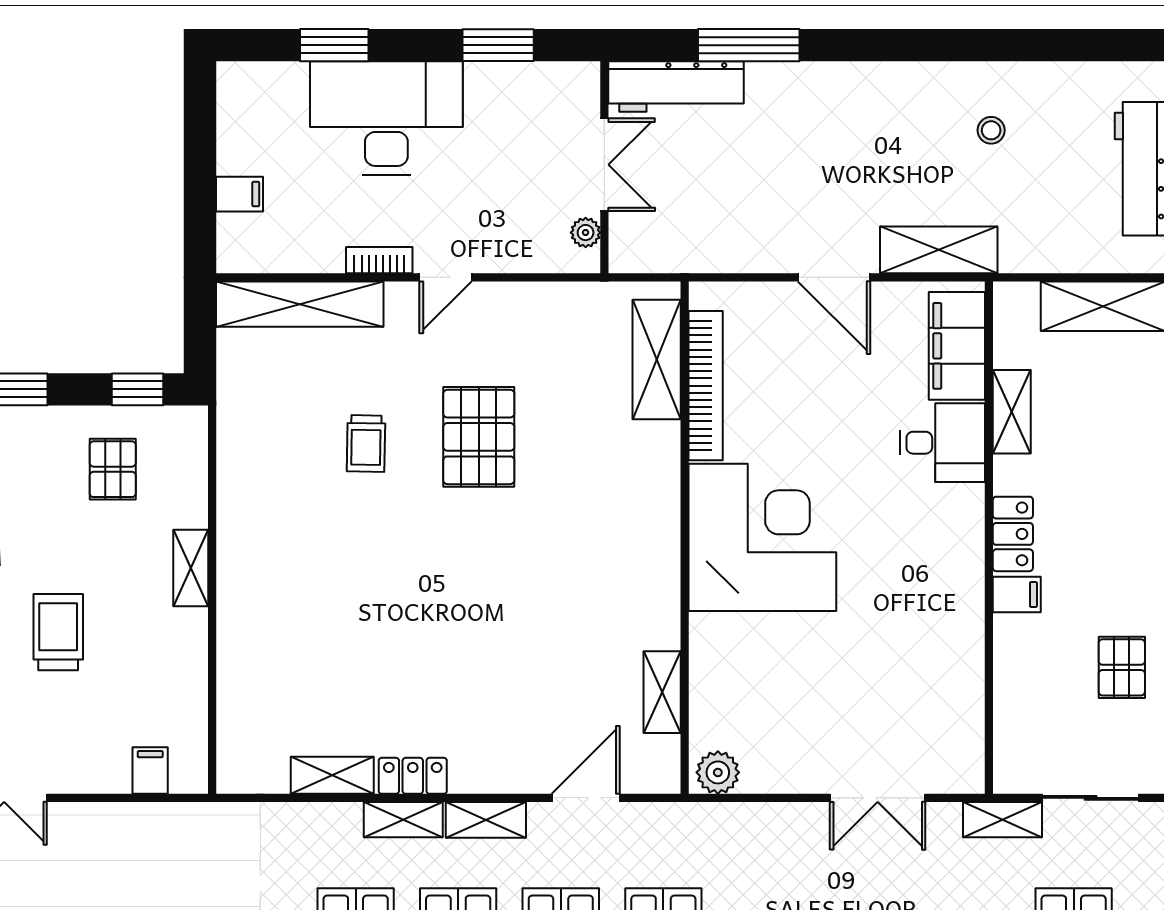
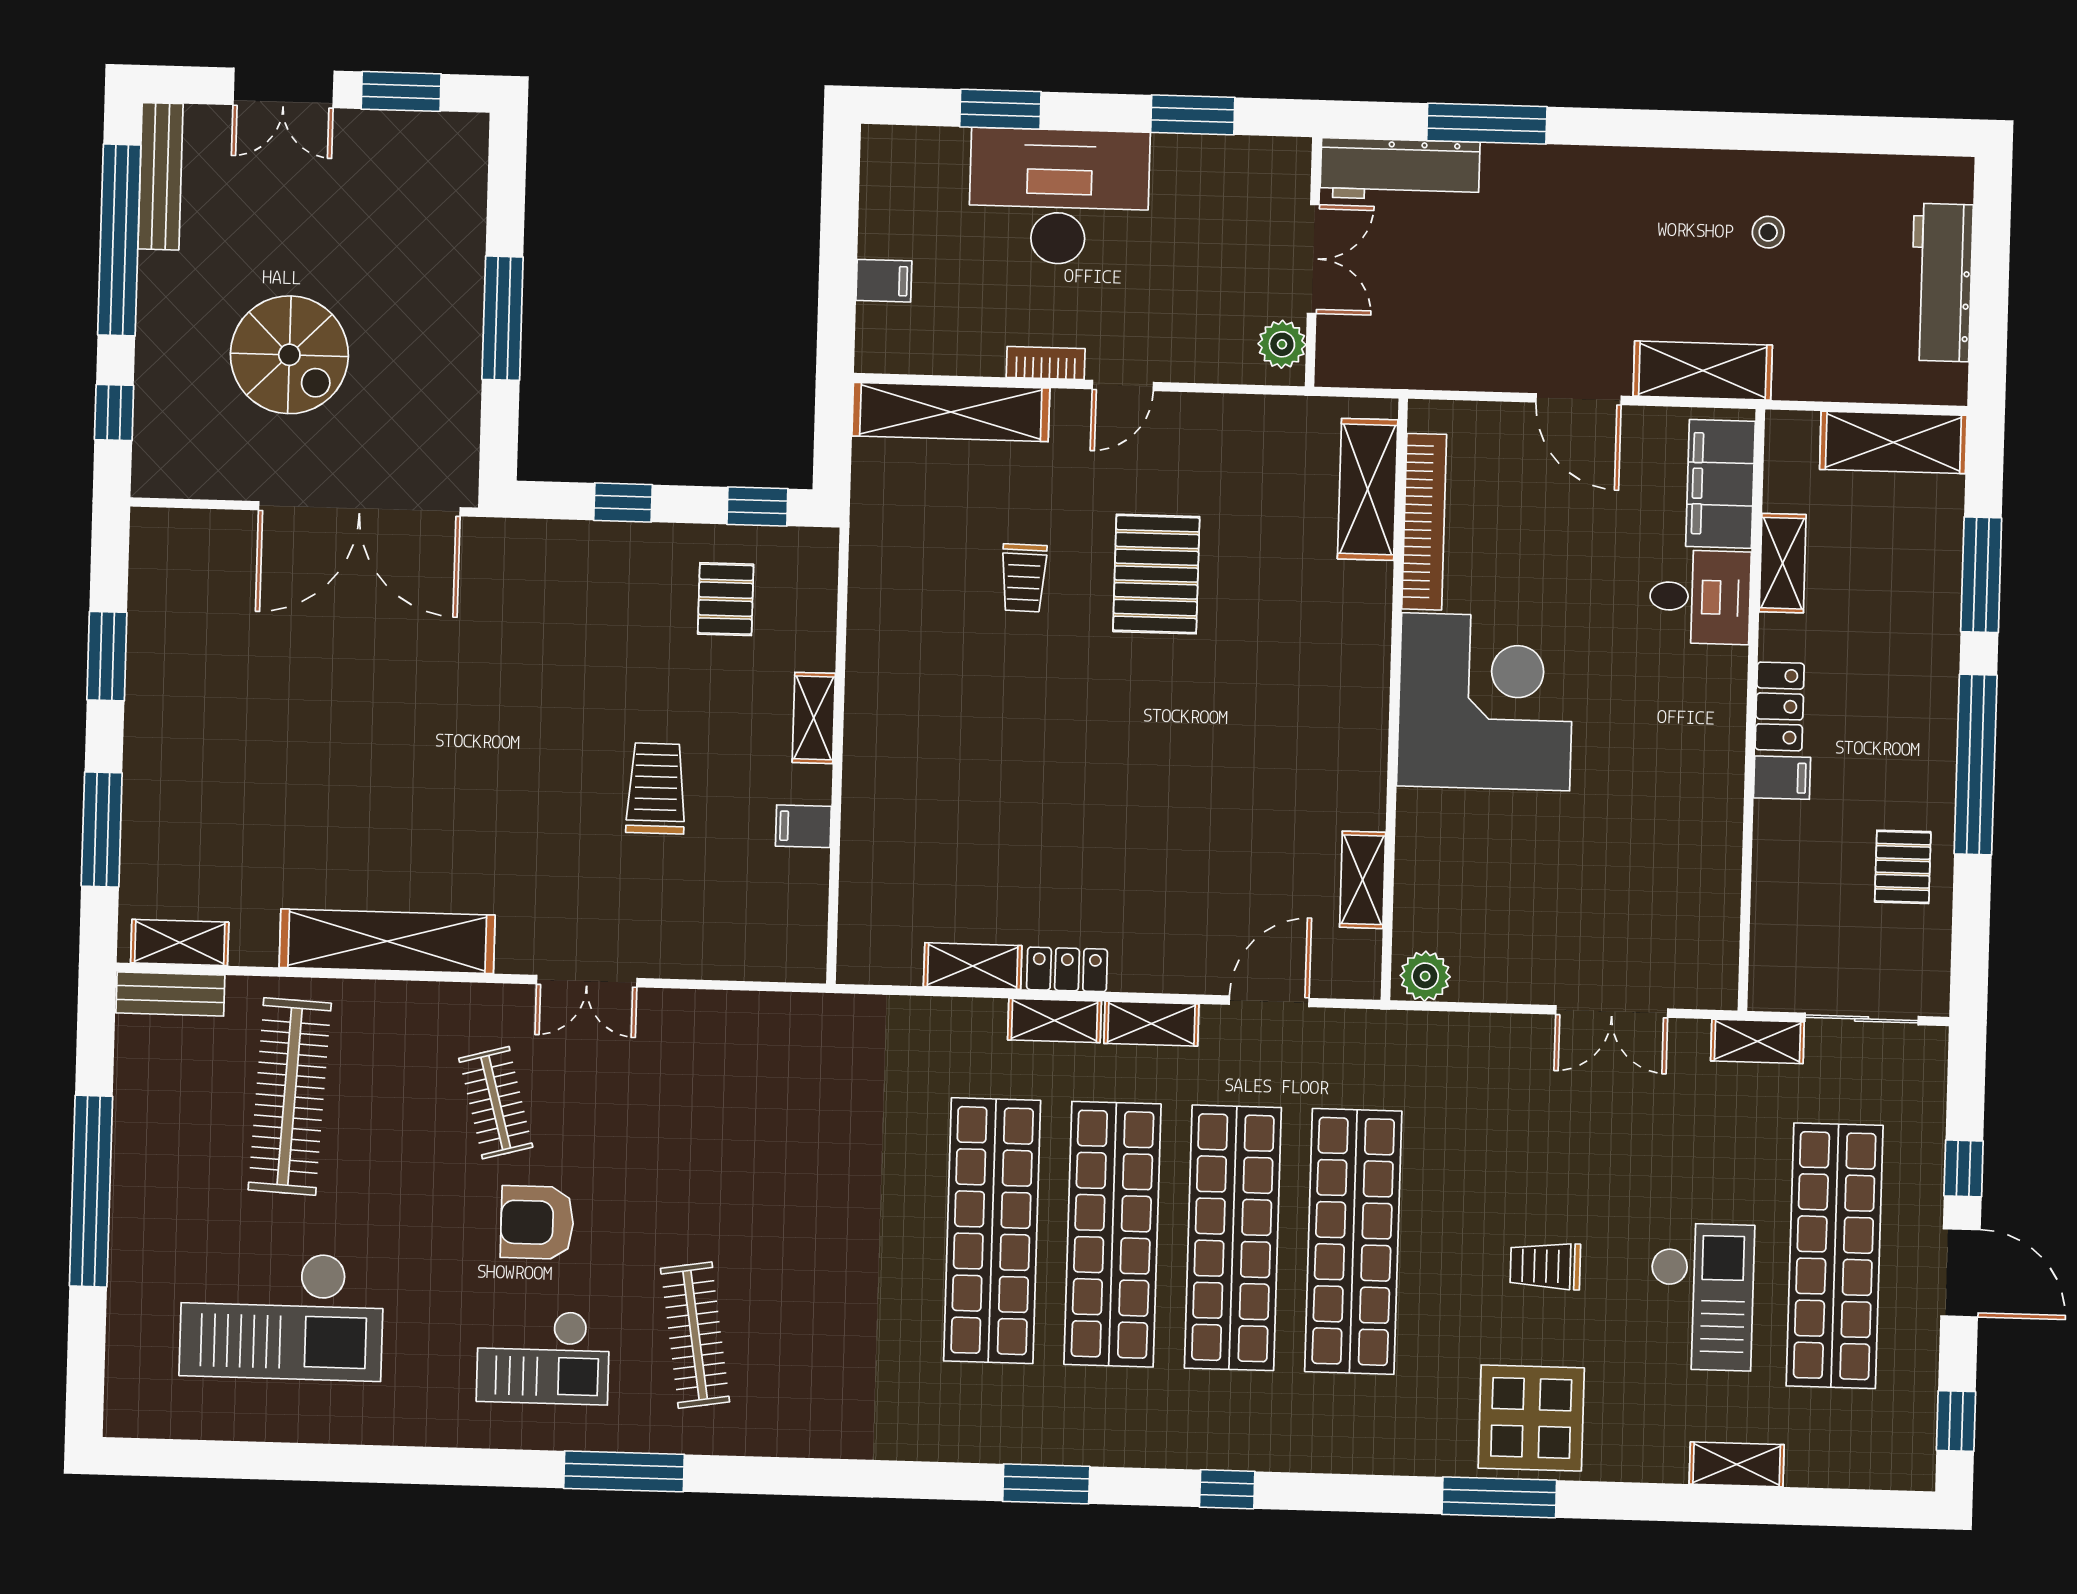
plant: (586, 233) -> (1282, 344), width x1.38, depth x1.38
filing cabinet: (150, 771) -> (803, 826), moved, turned -90

